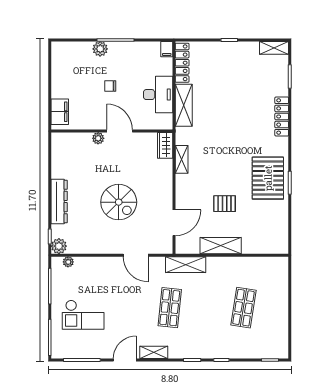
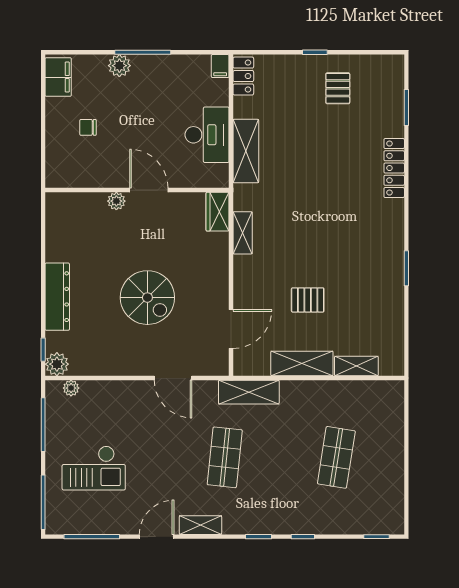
shelving: (274, 48) -> (356, 366), moved
locker: (182, 63) -> (243, 76), width x0.66
chair: (110, 86) -> (88, 127), moved
filing cabinet: (60, 112) -> (58, 77), moved
pallet: (268, 178) -> (338, 88), moved, width x0.49, depth x0.50

